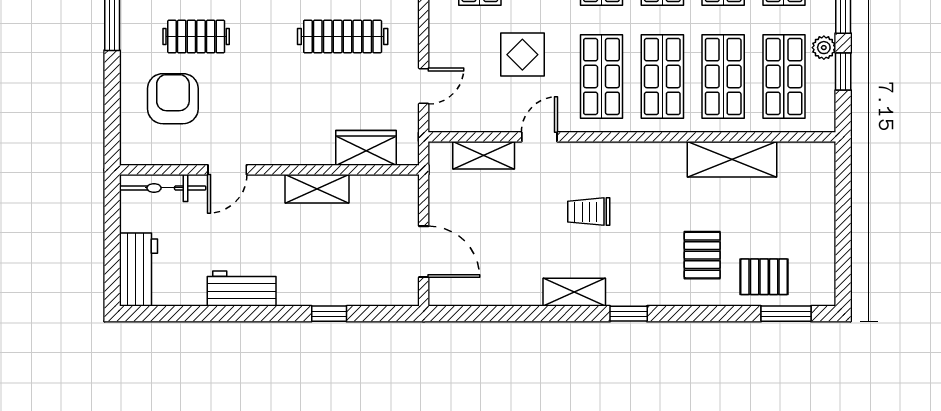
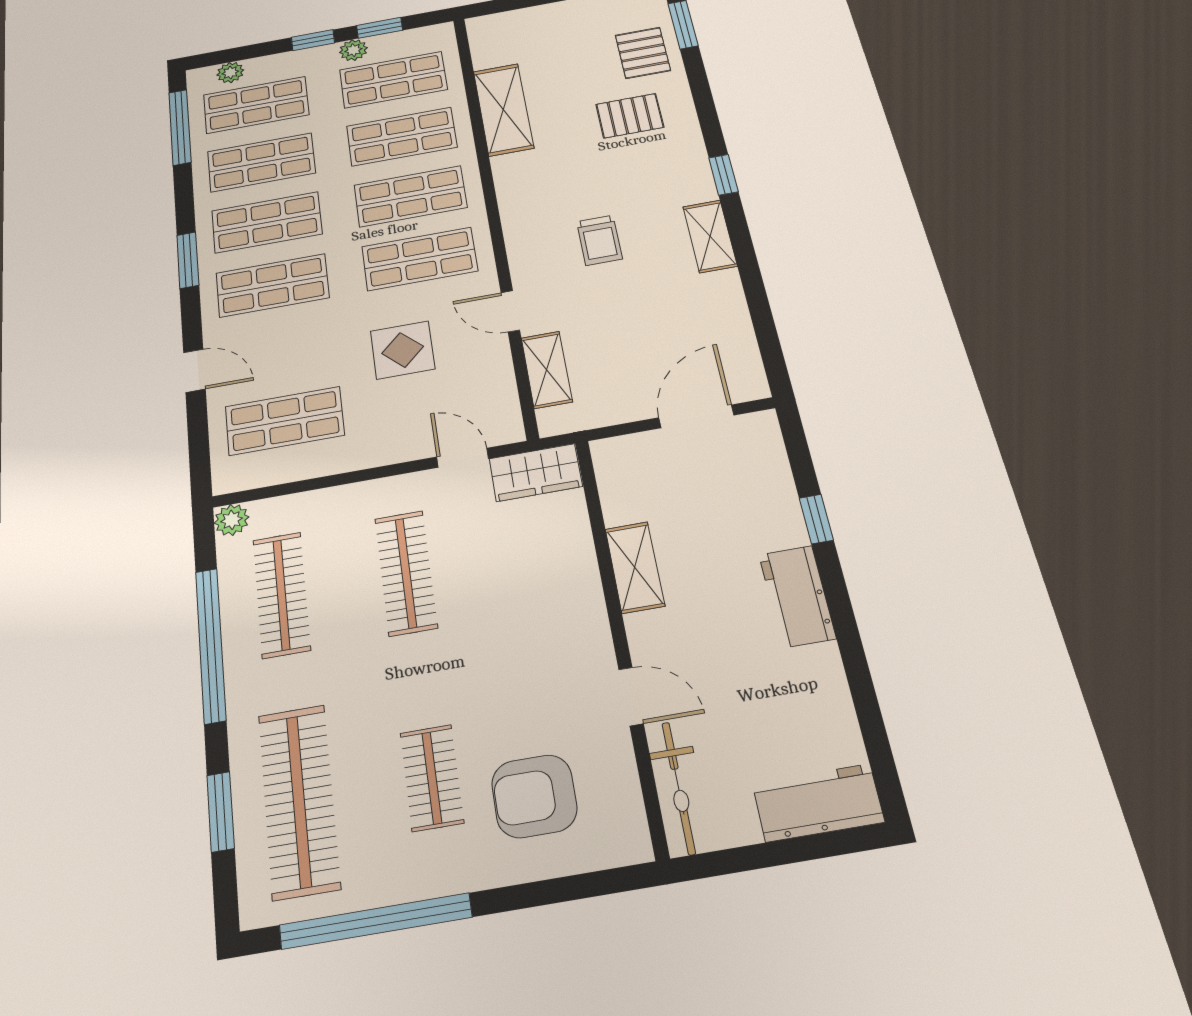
wardrobe: (366, 148) -> (536, 473), moved, turned -90
workbench: (242, 288) -> (797, 596), moved

